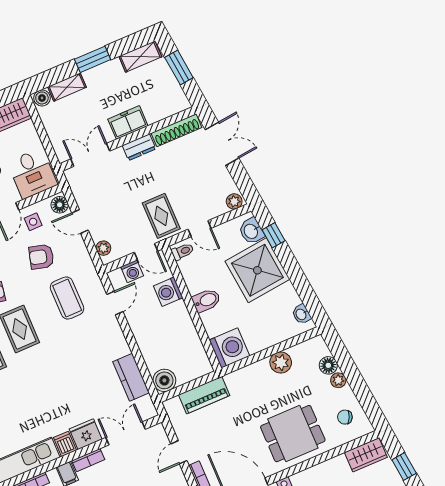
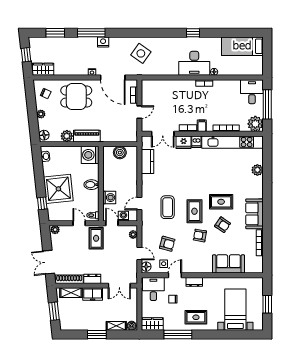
shelving: (140, 57) -> (71, 293), moved
washbasin: (251, 231) -> (53, 210), removed
coffee table: (67, 298) -> (168, 207), moved
floor lamp: (328, 365) -> (44, 135), moved
boiler: (164, 380) -> (120, 153), moved
piano: (204, 395) -> (87, 136), moved

